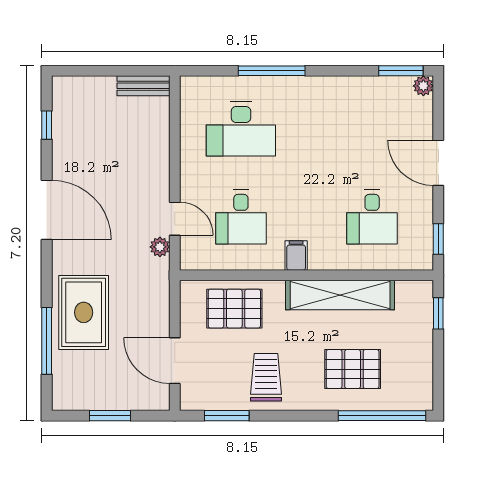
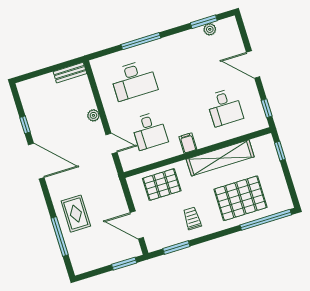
window: (401, 71) -> (204, 22), moved
plant: (423, 86) -> (210, 29), moved
window: (47, 125) -> (25, 125), moved
plant: (160, 247) -> (93, 115), moved
rug: (84, 312) -> (76, 214), width x0.73, depth x0.70
pallet: (353, 369) -> (241, 198), width x1.37, depth x1.41
trolley: (266, 377) -> (192, 218), width x0.73, depth x0.72
window: (110, 416) -> (124, 264), moved

